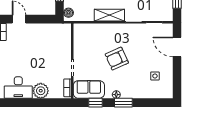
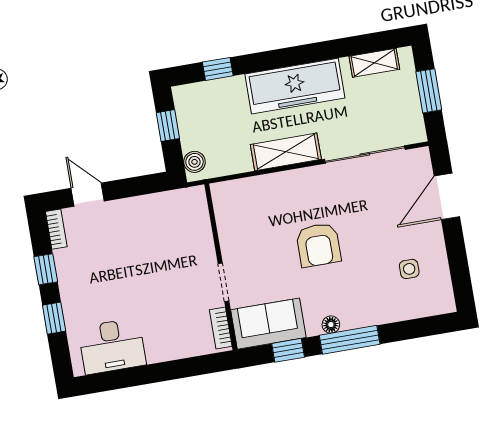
door: (177, 47) -> (447, 196), hinge flipped
armchair: (117, 59) -> (318, 245), turned -66
plant: (41, 91) -> (163, 345), removed
window: (123, 103) -> (350, 340), width x1.44

